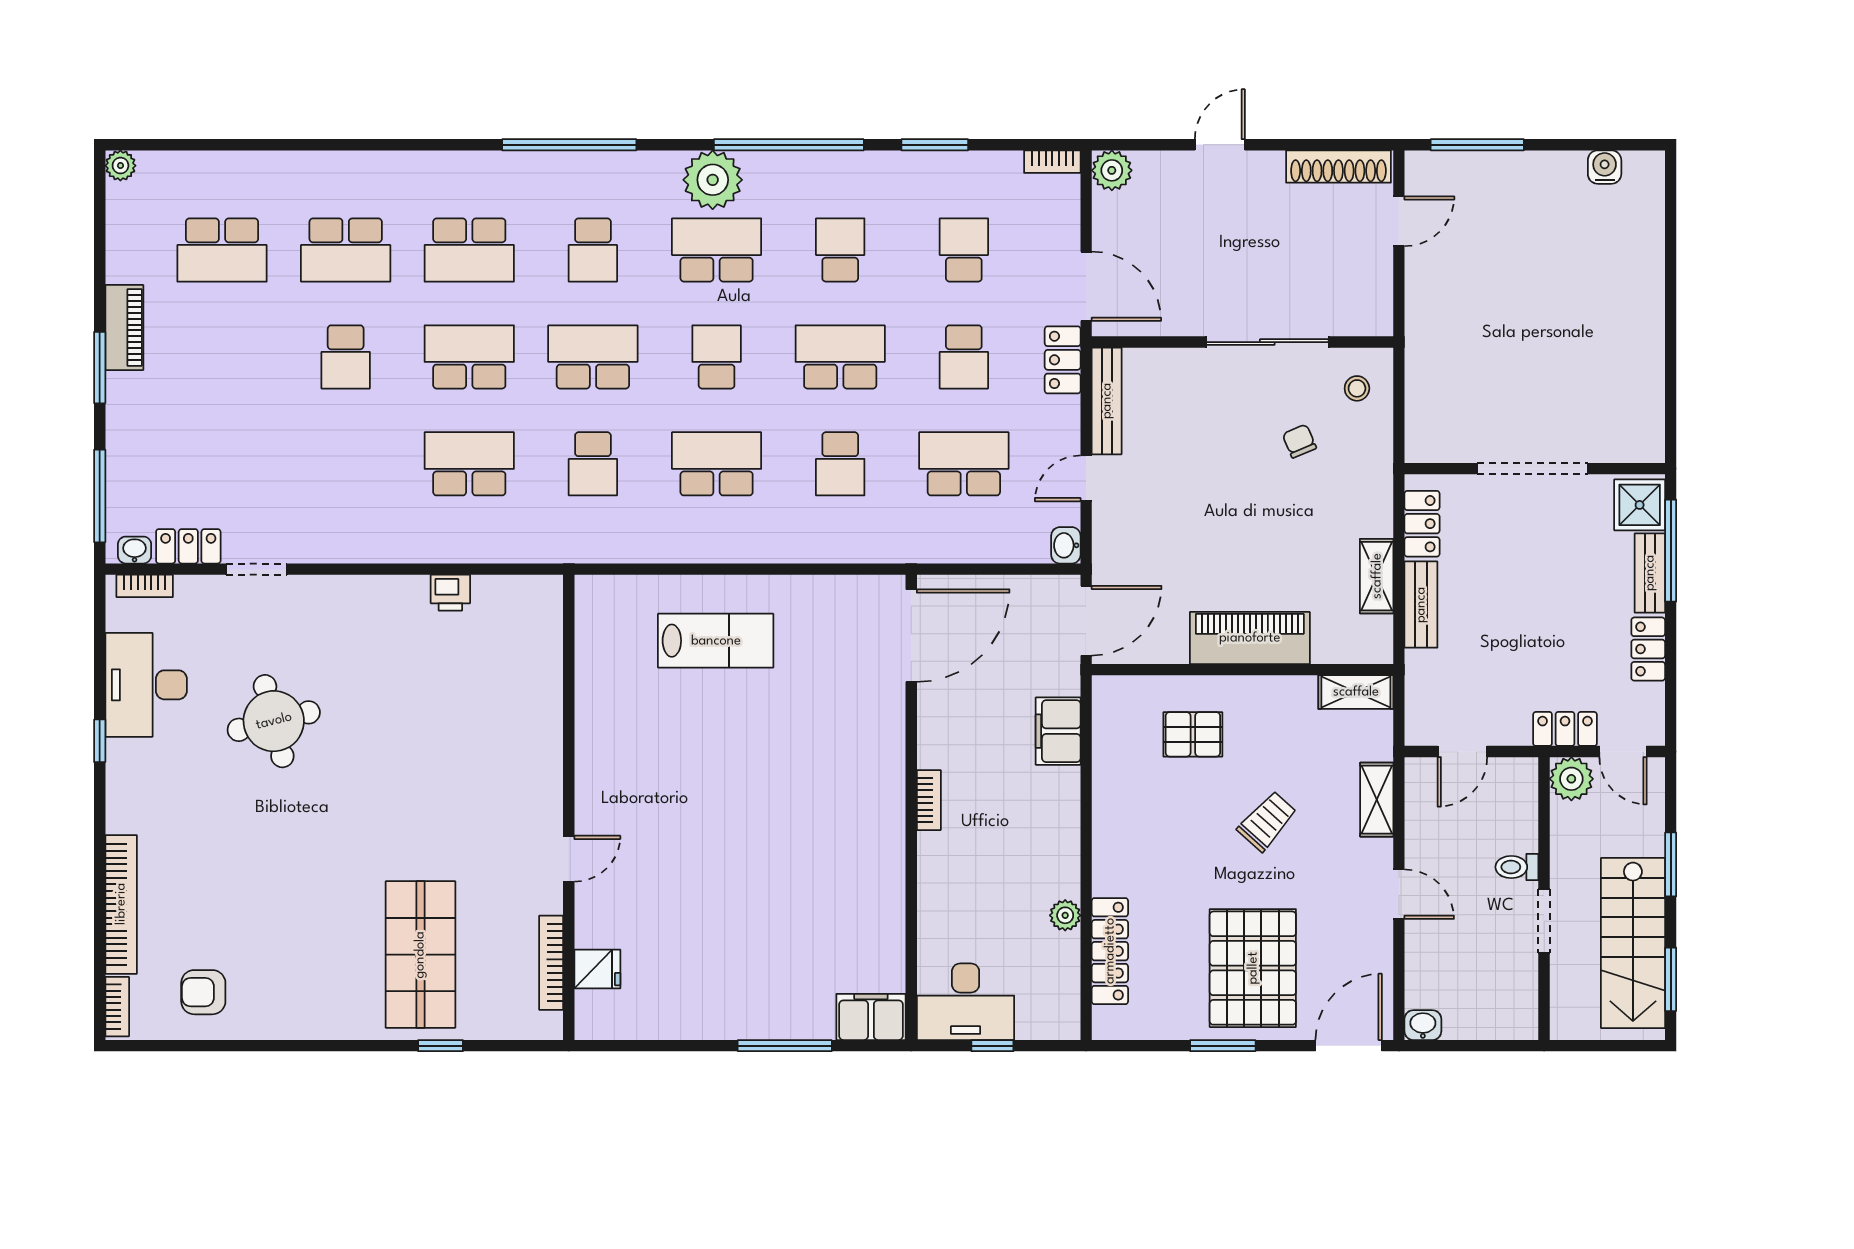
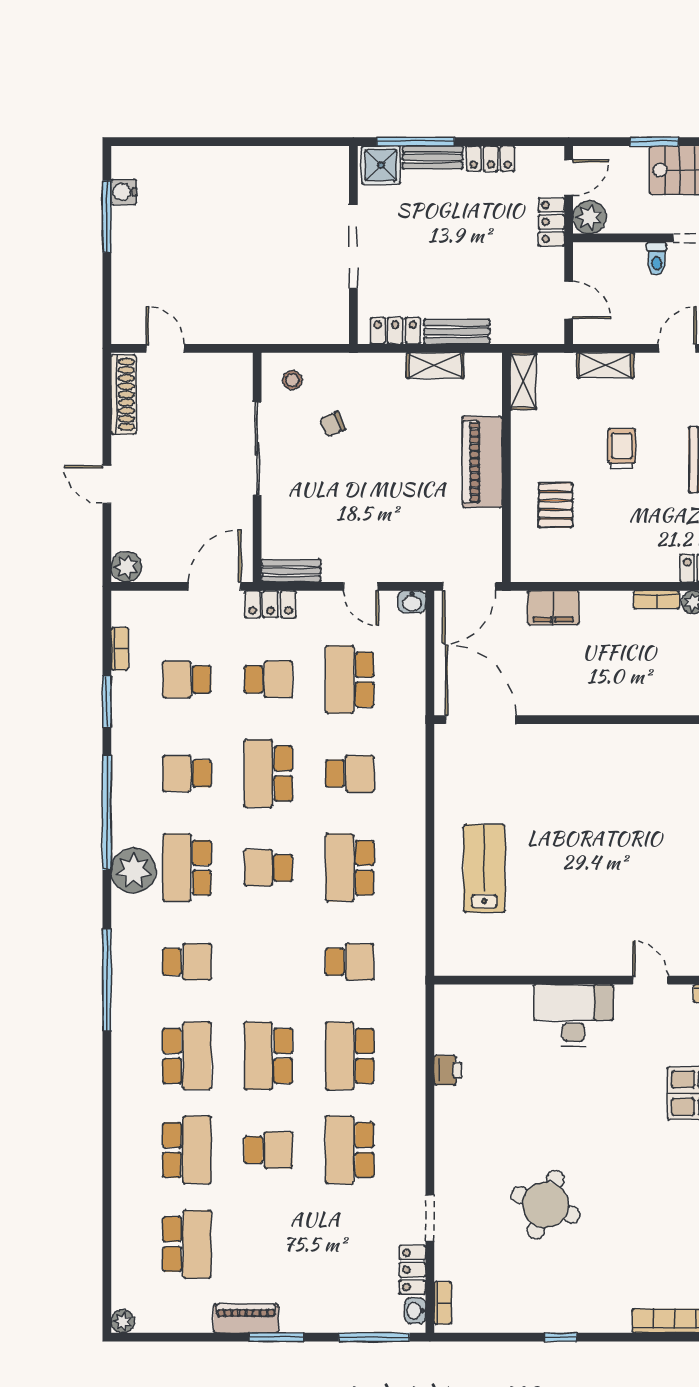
window: (1477, 145) -> (107, 216), moved
bookcase: (1052, 162) -> (120, 649), moved
school desk: (593, 357) -> (350, 1150), moved
bench: (1107, 401) -> (291, 571), width x0.73
door: (1086, 621) -> (469, 586), swing flipped
desk: (146, 685) -> (573, 1016), moved, turned 180
round table: (274, 721) -> (546, 1205), turned 35
bookcase: (929, 800) -> (656, 600), moved, turned 180
trolley: (1267, 821) -> (622, 449), turned 48

